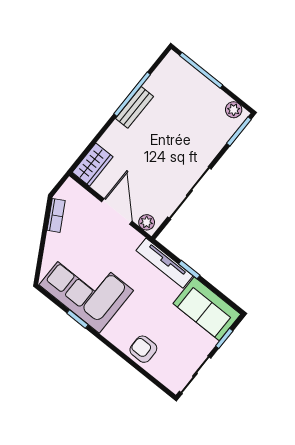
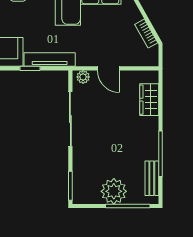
bench: (135, 107) -> (152, 178), moved
plant: (234, 110) -> (114, 191), moved, width x1.88, depth x1.88
wardrobe: (93, 165) -> (149, 100), moved
door: (117, 211) -> (108, 68), width x0.73

